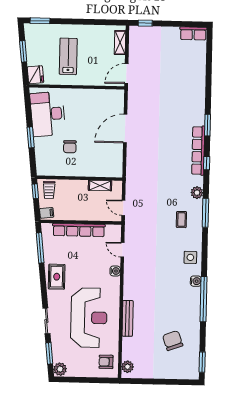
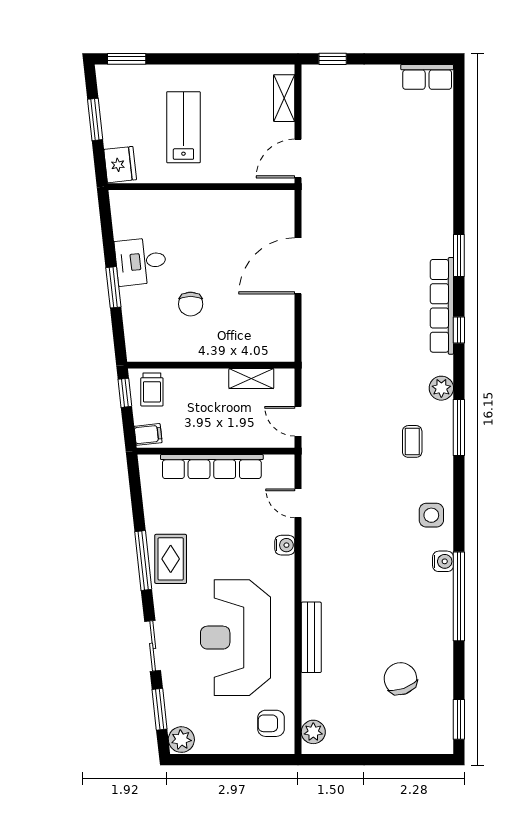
desk: (48, 114) -> (141, 261), width x0.53, depth x0.77
window: (40, 248) -> (143, 560), moved
reception desk: (89, 318) -> (235, 638), turned 180

